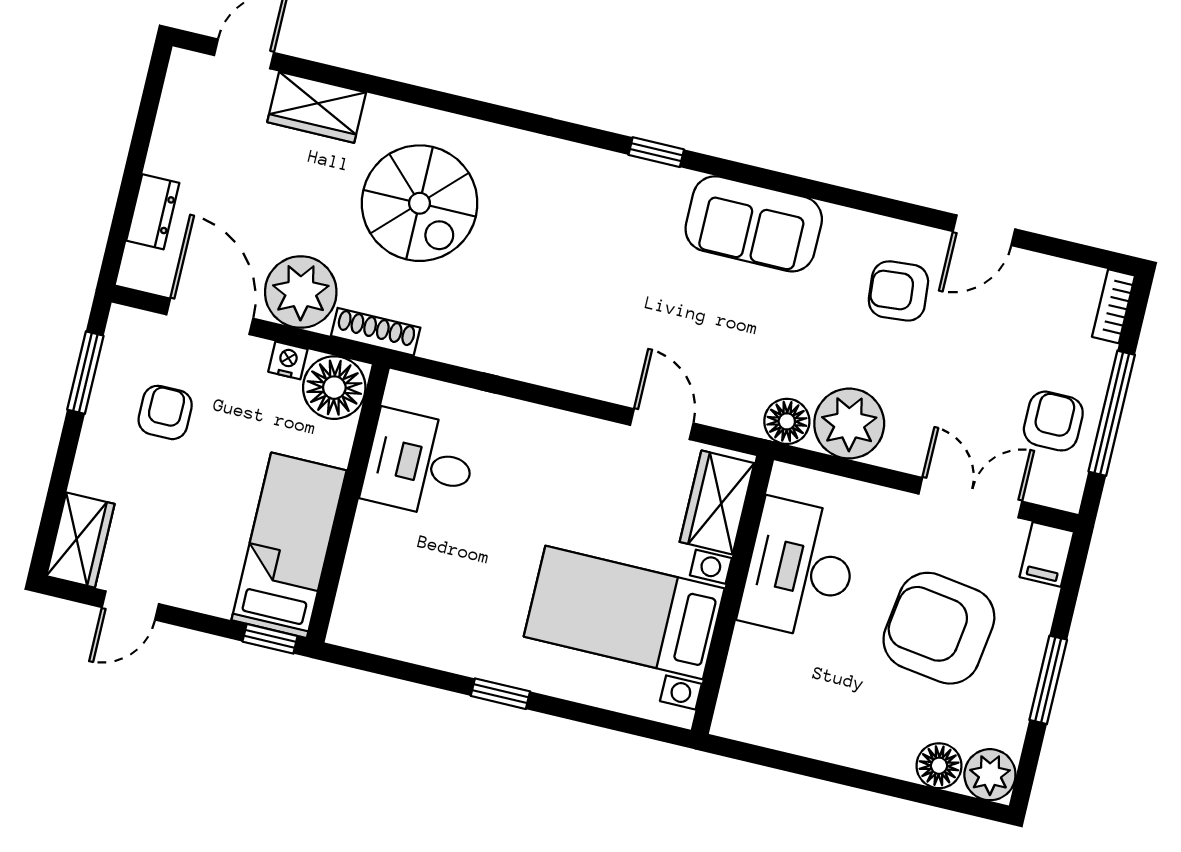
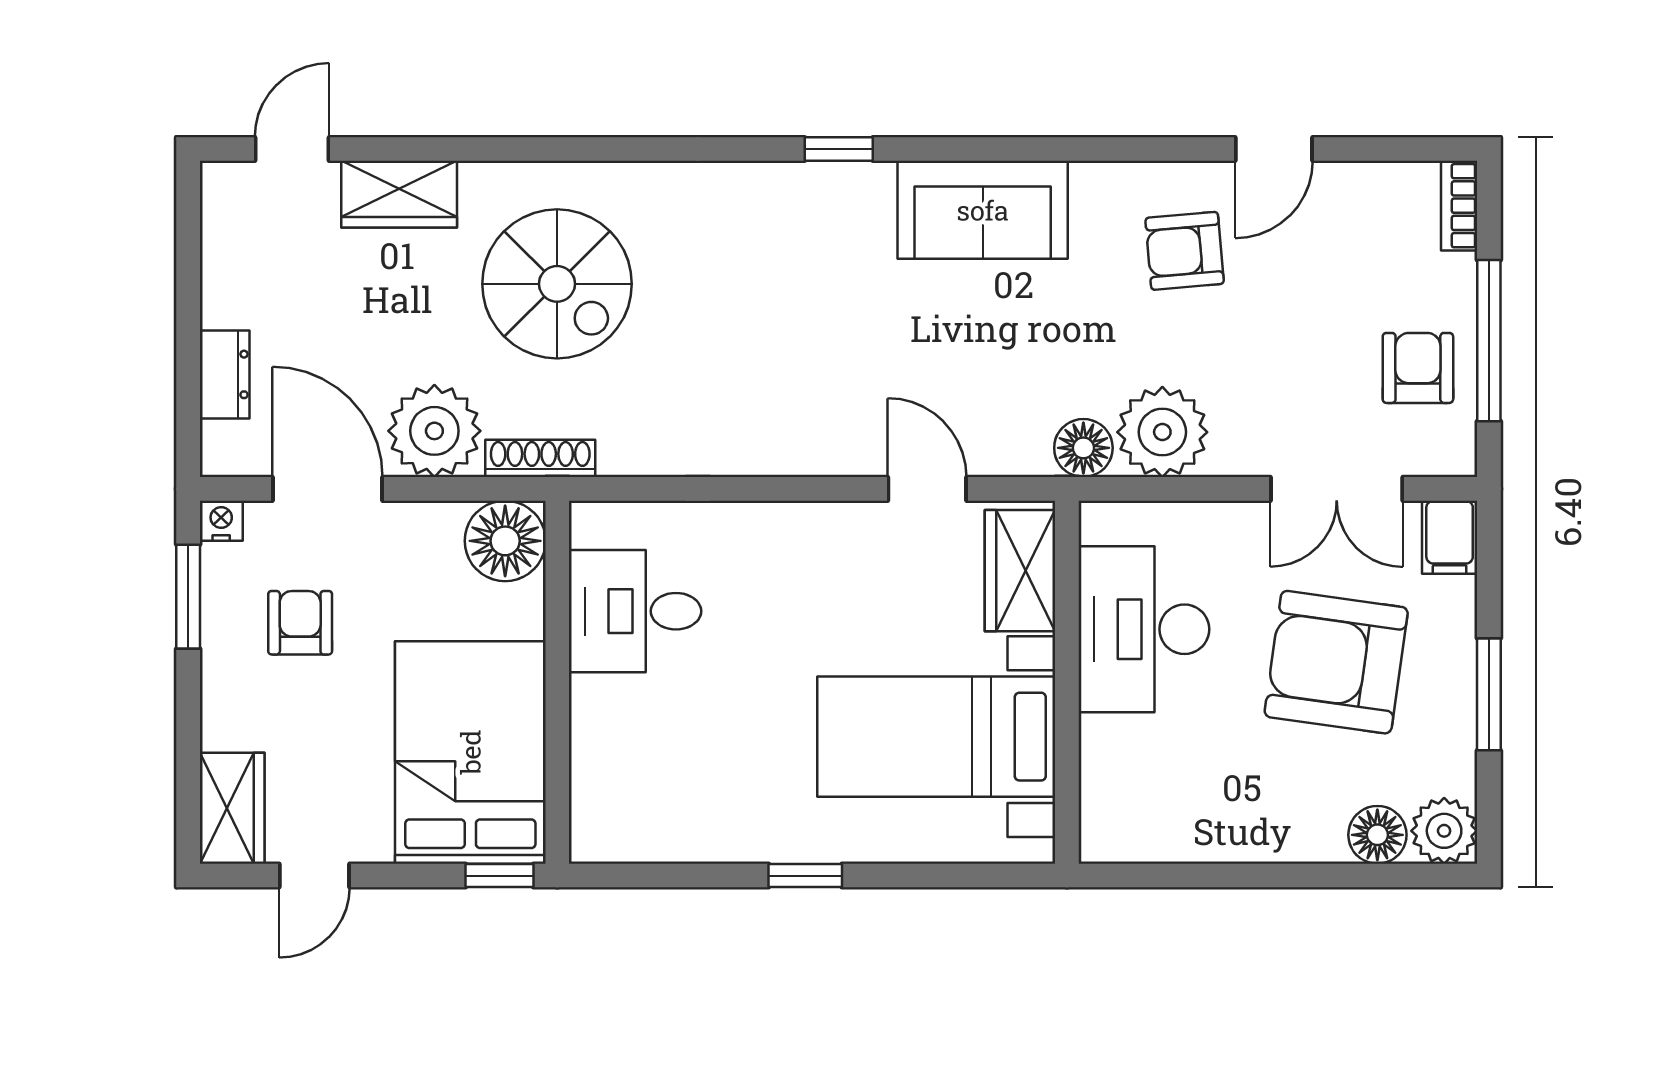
nightstand: (288, 360) -> (221, 521), moved
double door: (970, 498) -> (1337, 489), swing flipped
bed: (289, 545) -> (470, 752), width x1.50

